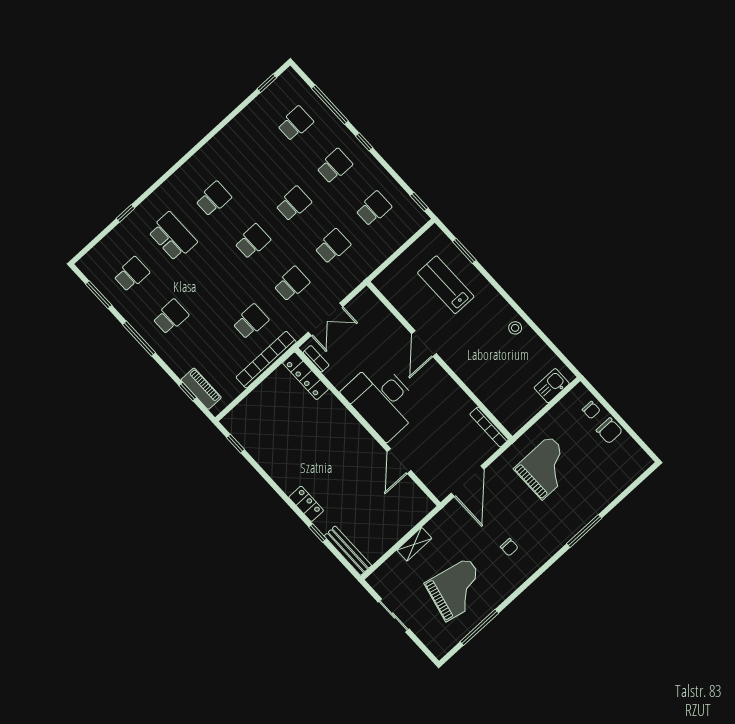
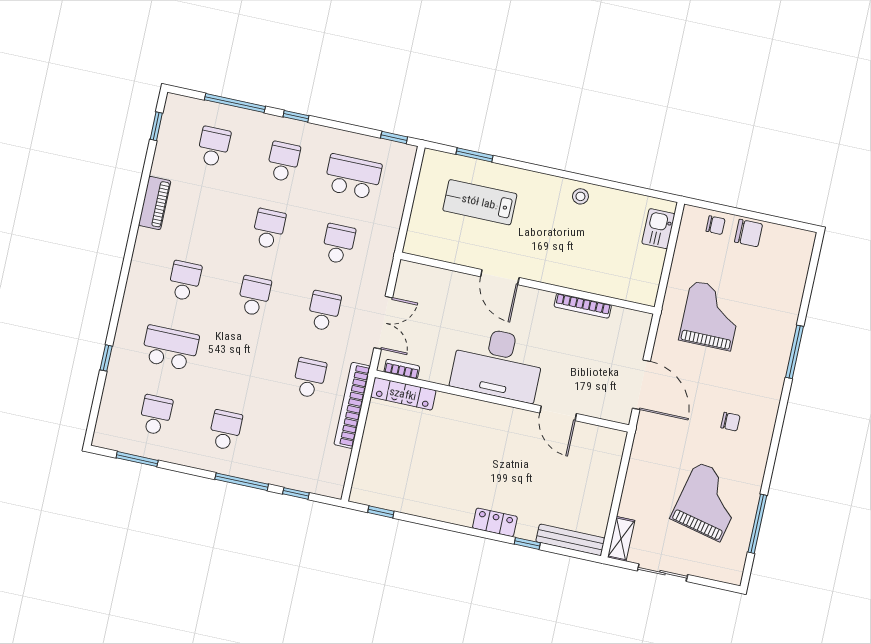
school desk: (374, 209) -> (353, 177), width x1.85
window: (139, 339) -> (242, 482), moved
piano: (201, 389) -> (155, 203), moved, turned 90
bookcase: (489, 427) -> (583, 306), moved
shelving: (414, 544) -> (621, 539), moved

